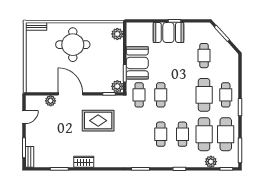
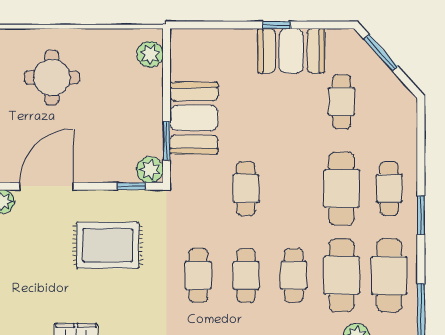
booth: (168, 32) -> (291, 51), moved
round table: (73, 45) -> (52, 78), width x0.73, depth x0.73
door: (70, 94) -> (46, 186), hinge flipped
cafe table: (139, 95) -> (198, 275), moved

